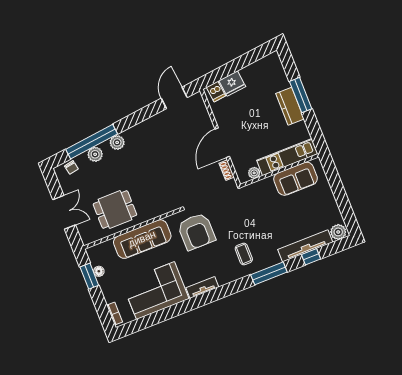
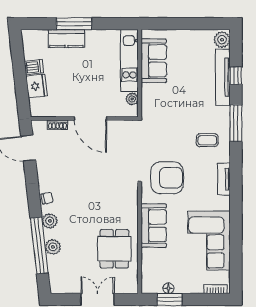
dishwasher: (216, 92) -> (34, 67), moved
kitchen counter: (290, 106) -> (66, 38), moved
chair: (71, 167) -> (47, 198), moved
shoe rack: (227, 170) -> (57, 125), moved
sofa: (142, 239) -> (154, 226), width x0.73
tv unit: (202, 287) -> (224, 179), moved

